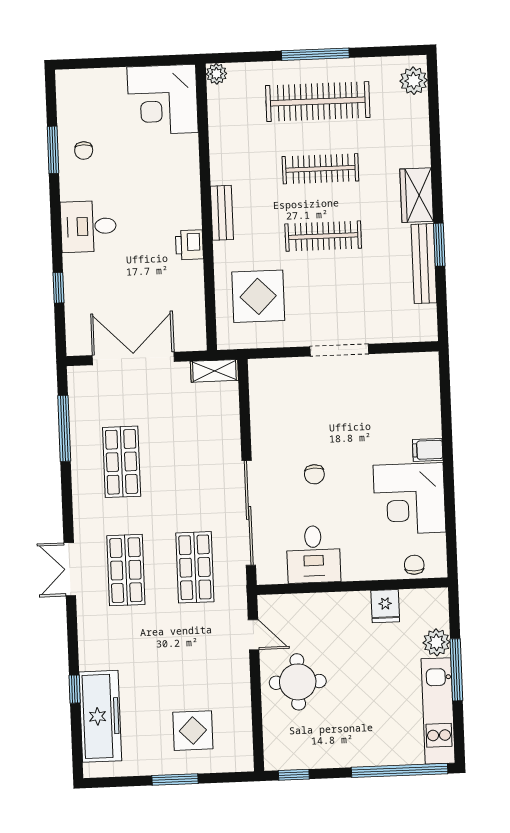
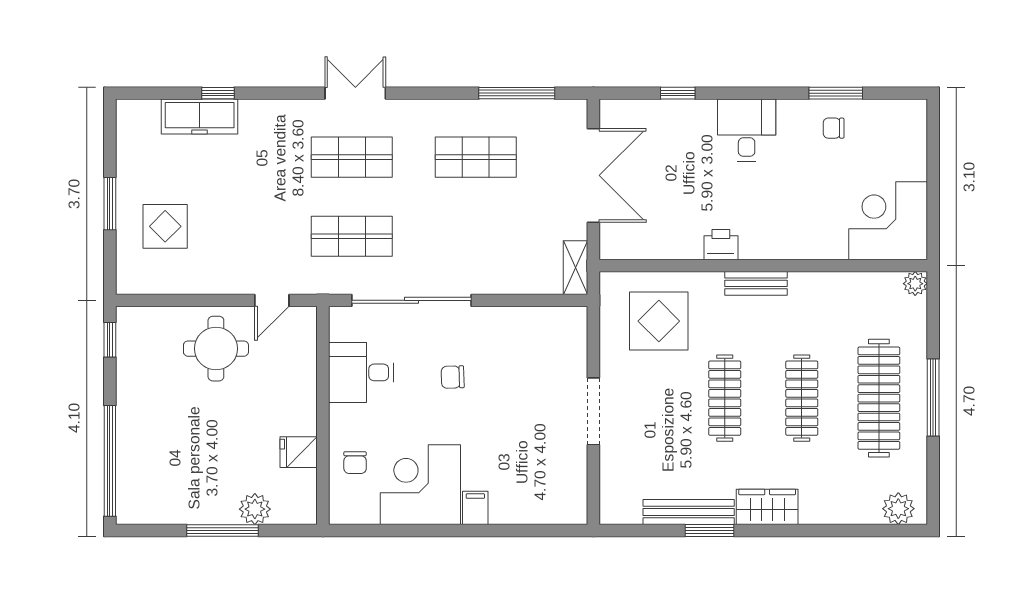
chair: (414, 565) -> (355, 463), moved, turned 90
kitchen unit: (438, 711) -> (176, 508), removed
freezer: (100, 716) -> (200, 116), width x0.73, depth x0.79

